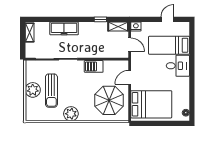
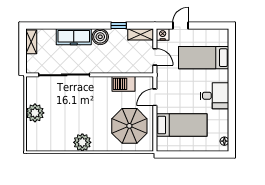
door: (167, 19) -> (180, 26), moved
boiler: (85, 28) -> (100, 37), added
barbecue: (94, 66) -> (123, 84), moved
desk: (178, 66) -> (215, 96), moved
sun lounger: (51, 91) -> (58, 114), removed
bed: (151, 104) -> (182, 125), width x0.67

